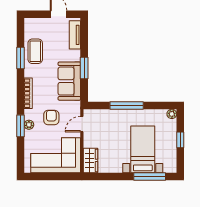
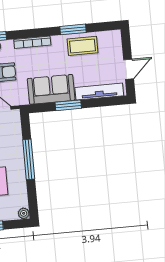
tv unit: (75, 35) -> (99, 92), width x1.41

